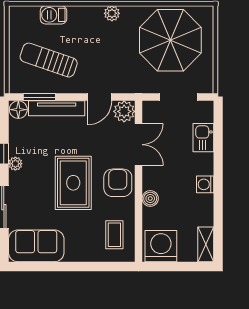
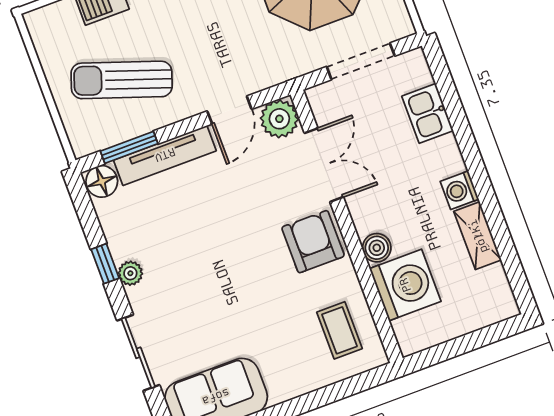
rug: (73, 183) -> (239, 269), removed
shelving: (206, 244) -> (478, 236), moved
washing machine: (161, 246) -> (405, 285), moved, turned 90

